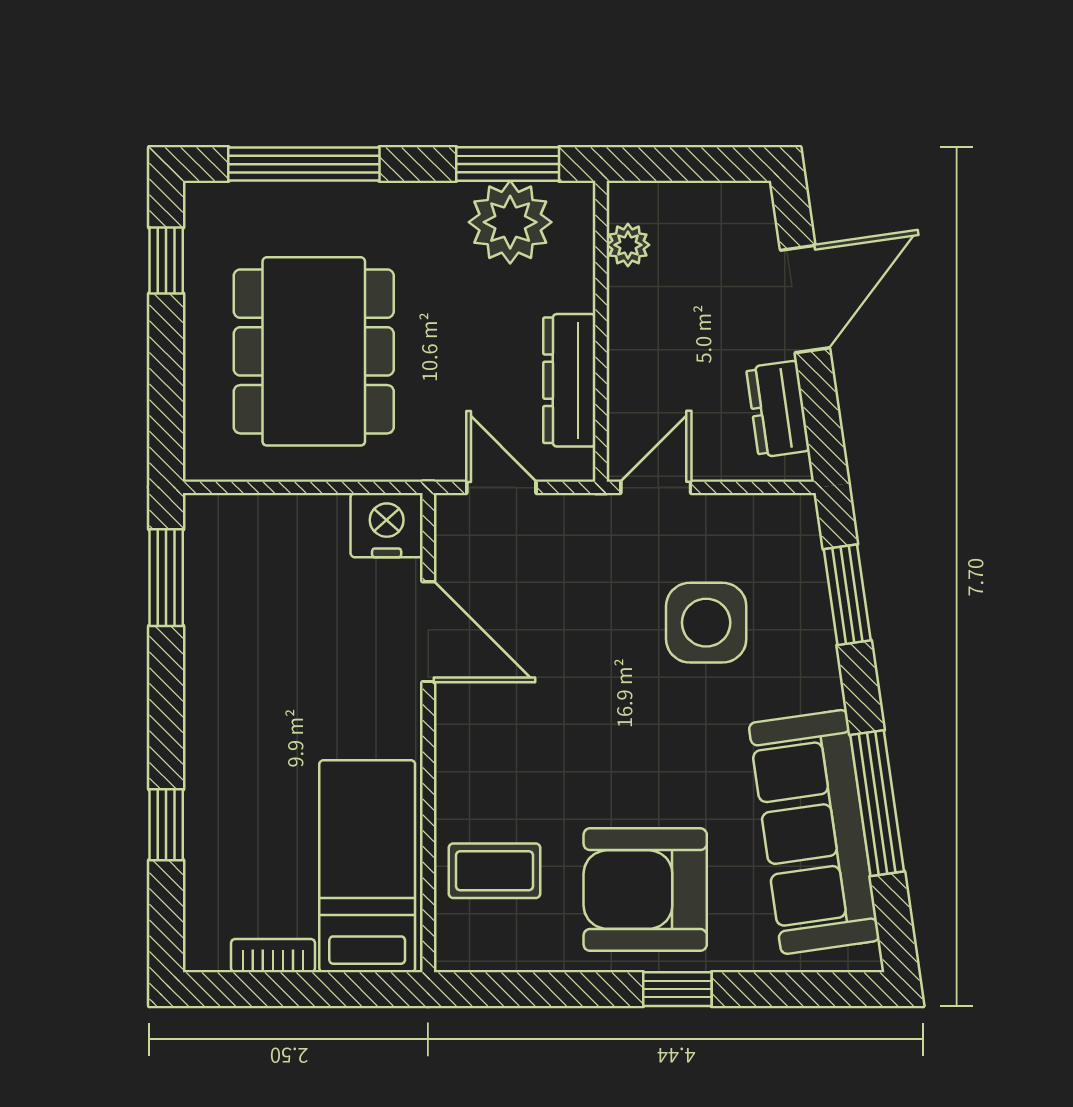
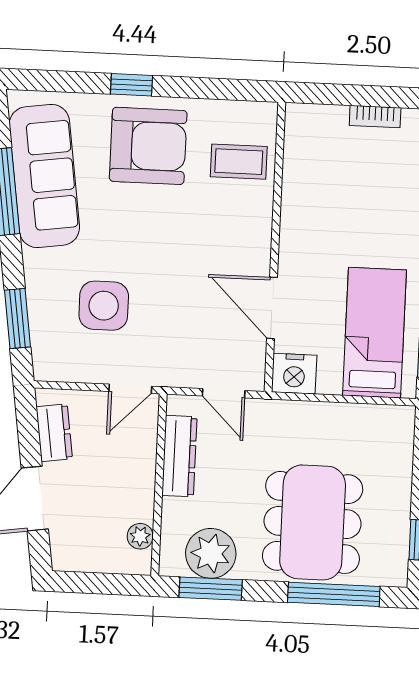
dining table: (314, 351) -> (313, 522), moved
bed: (367, 866) -> (375, 333), moved, turned 180

